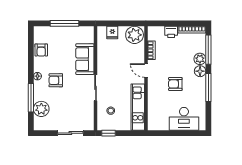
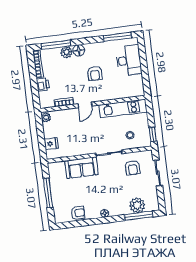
plant: (135, 35) -> (46, 117), width x0.53, depth x0.53
armchair: (56, 80) -> (133, 168), moved
window: (208, 88) -> (117, 37), moved
window: (31, 98) -> (139, 216), moved

